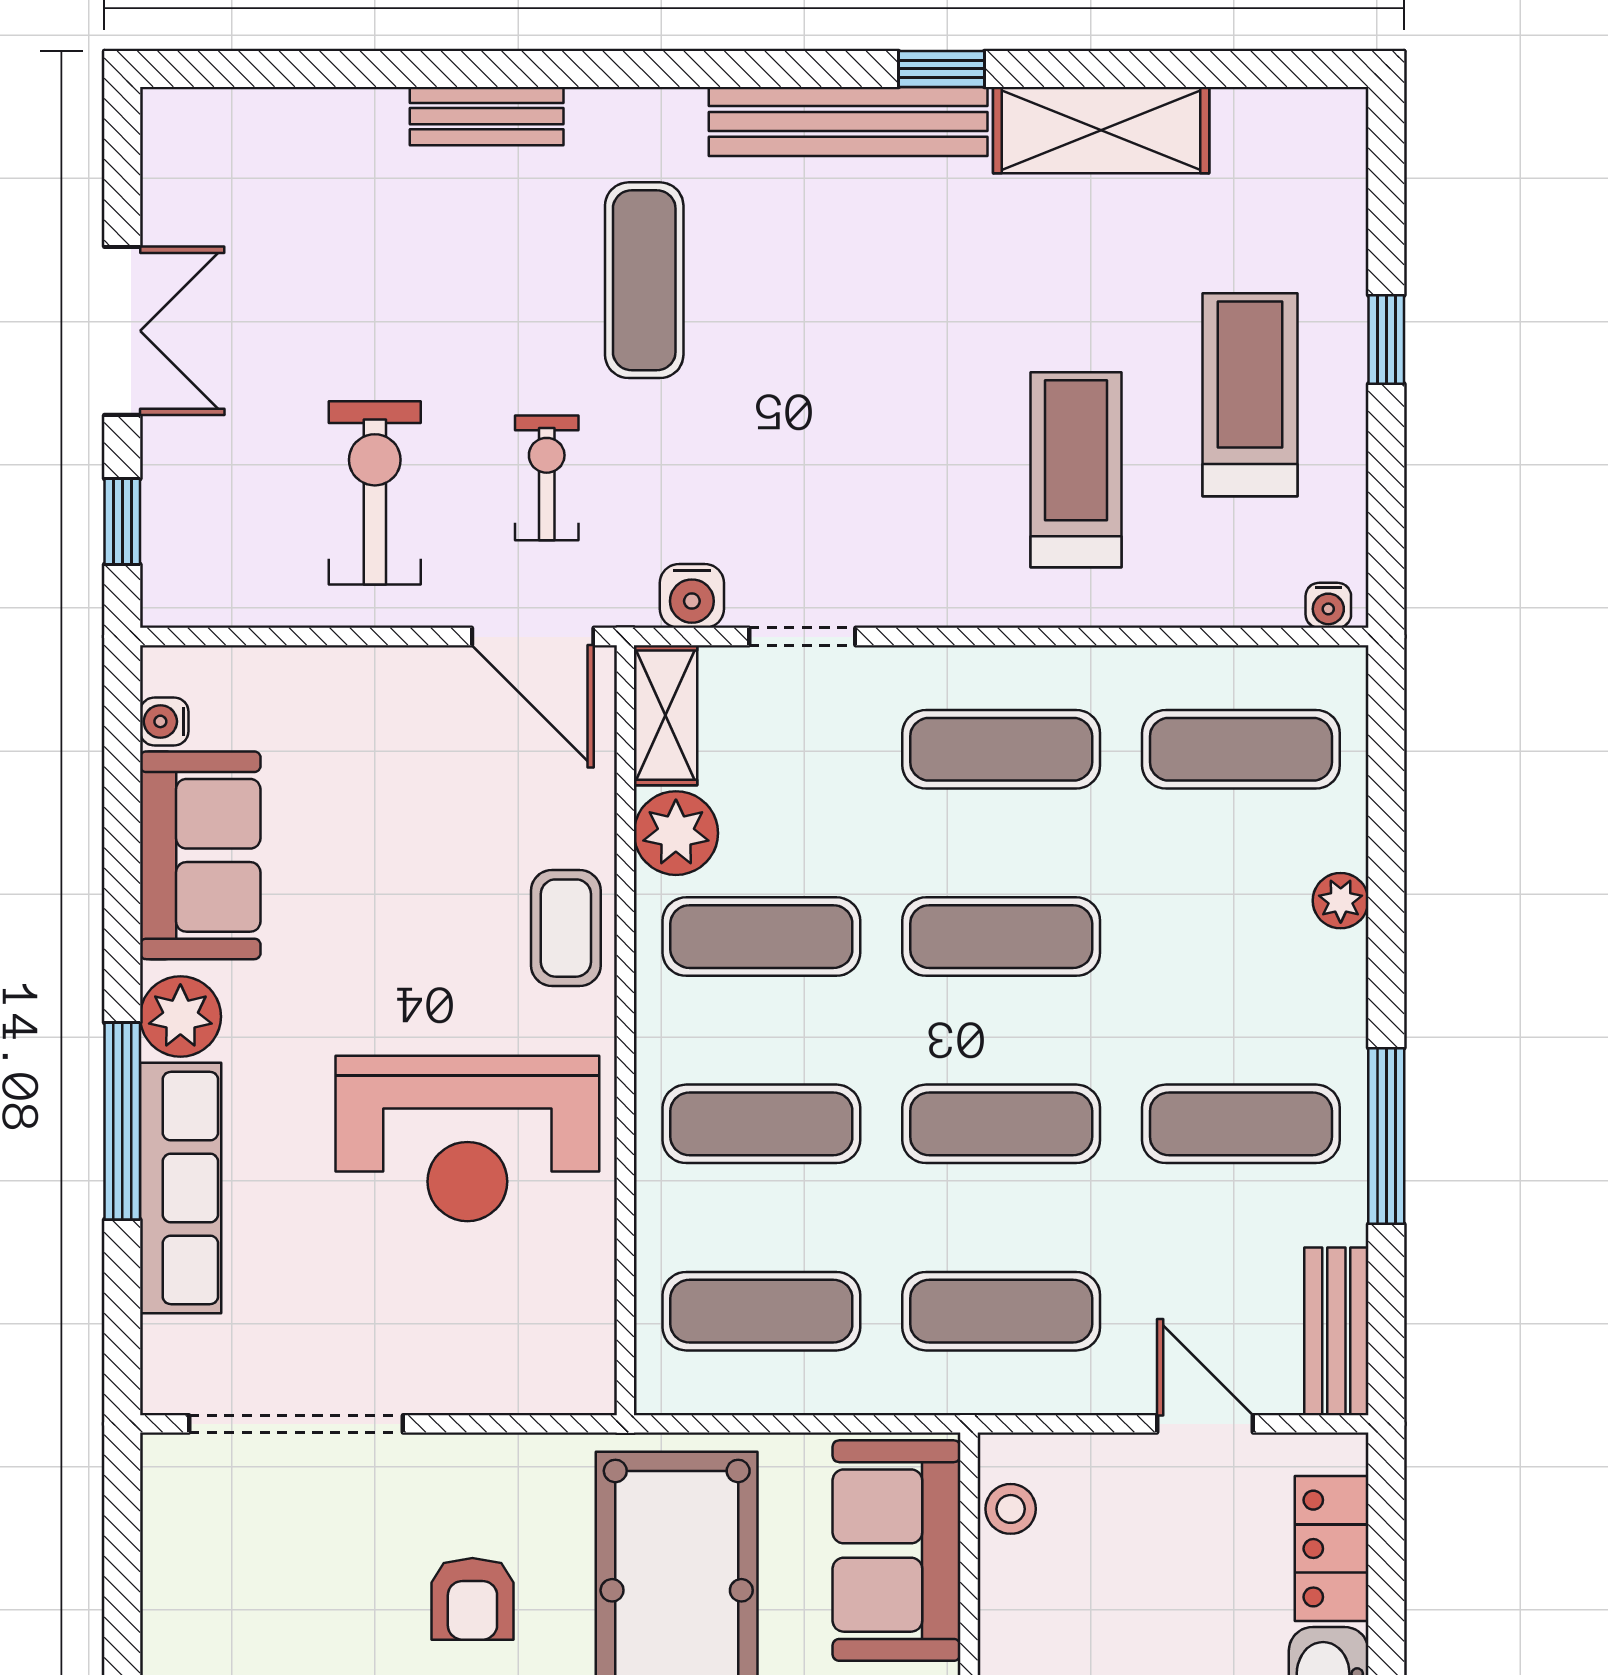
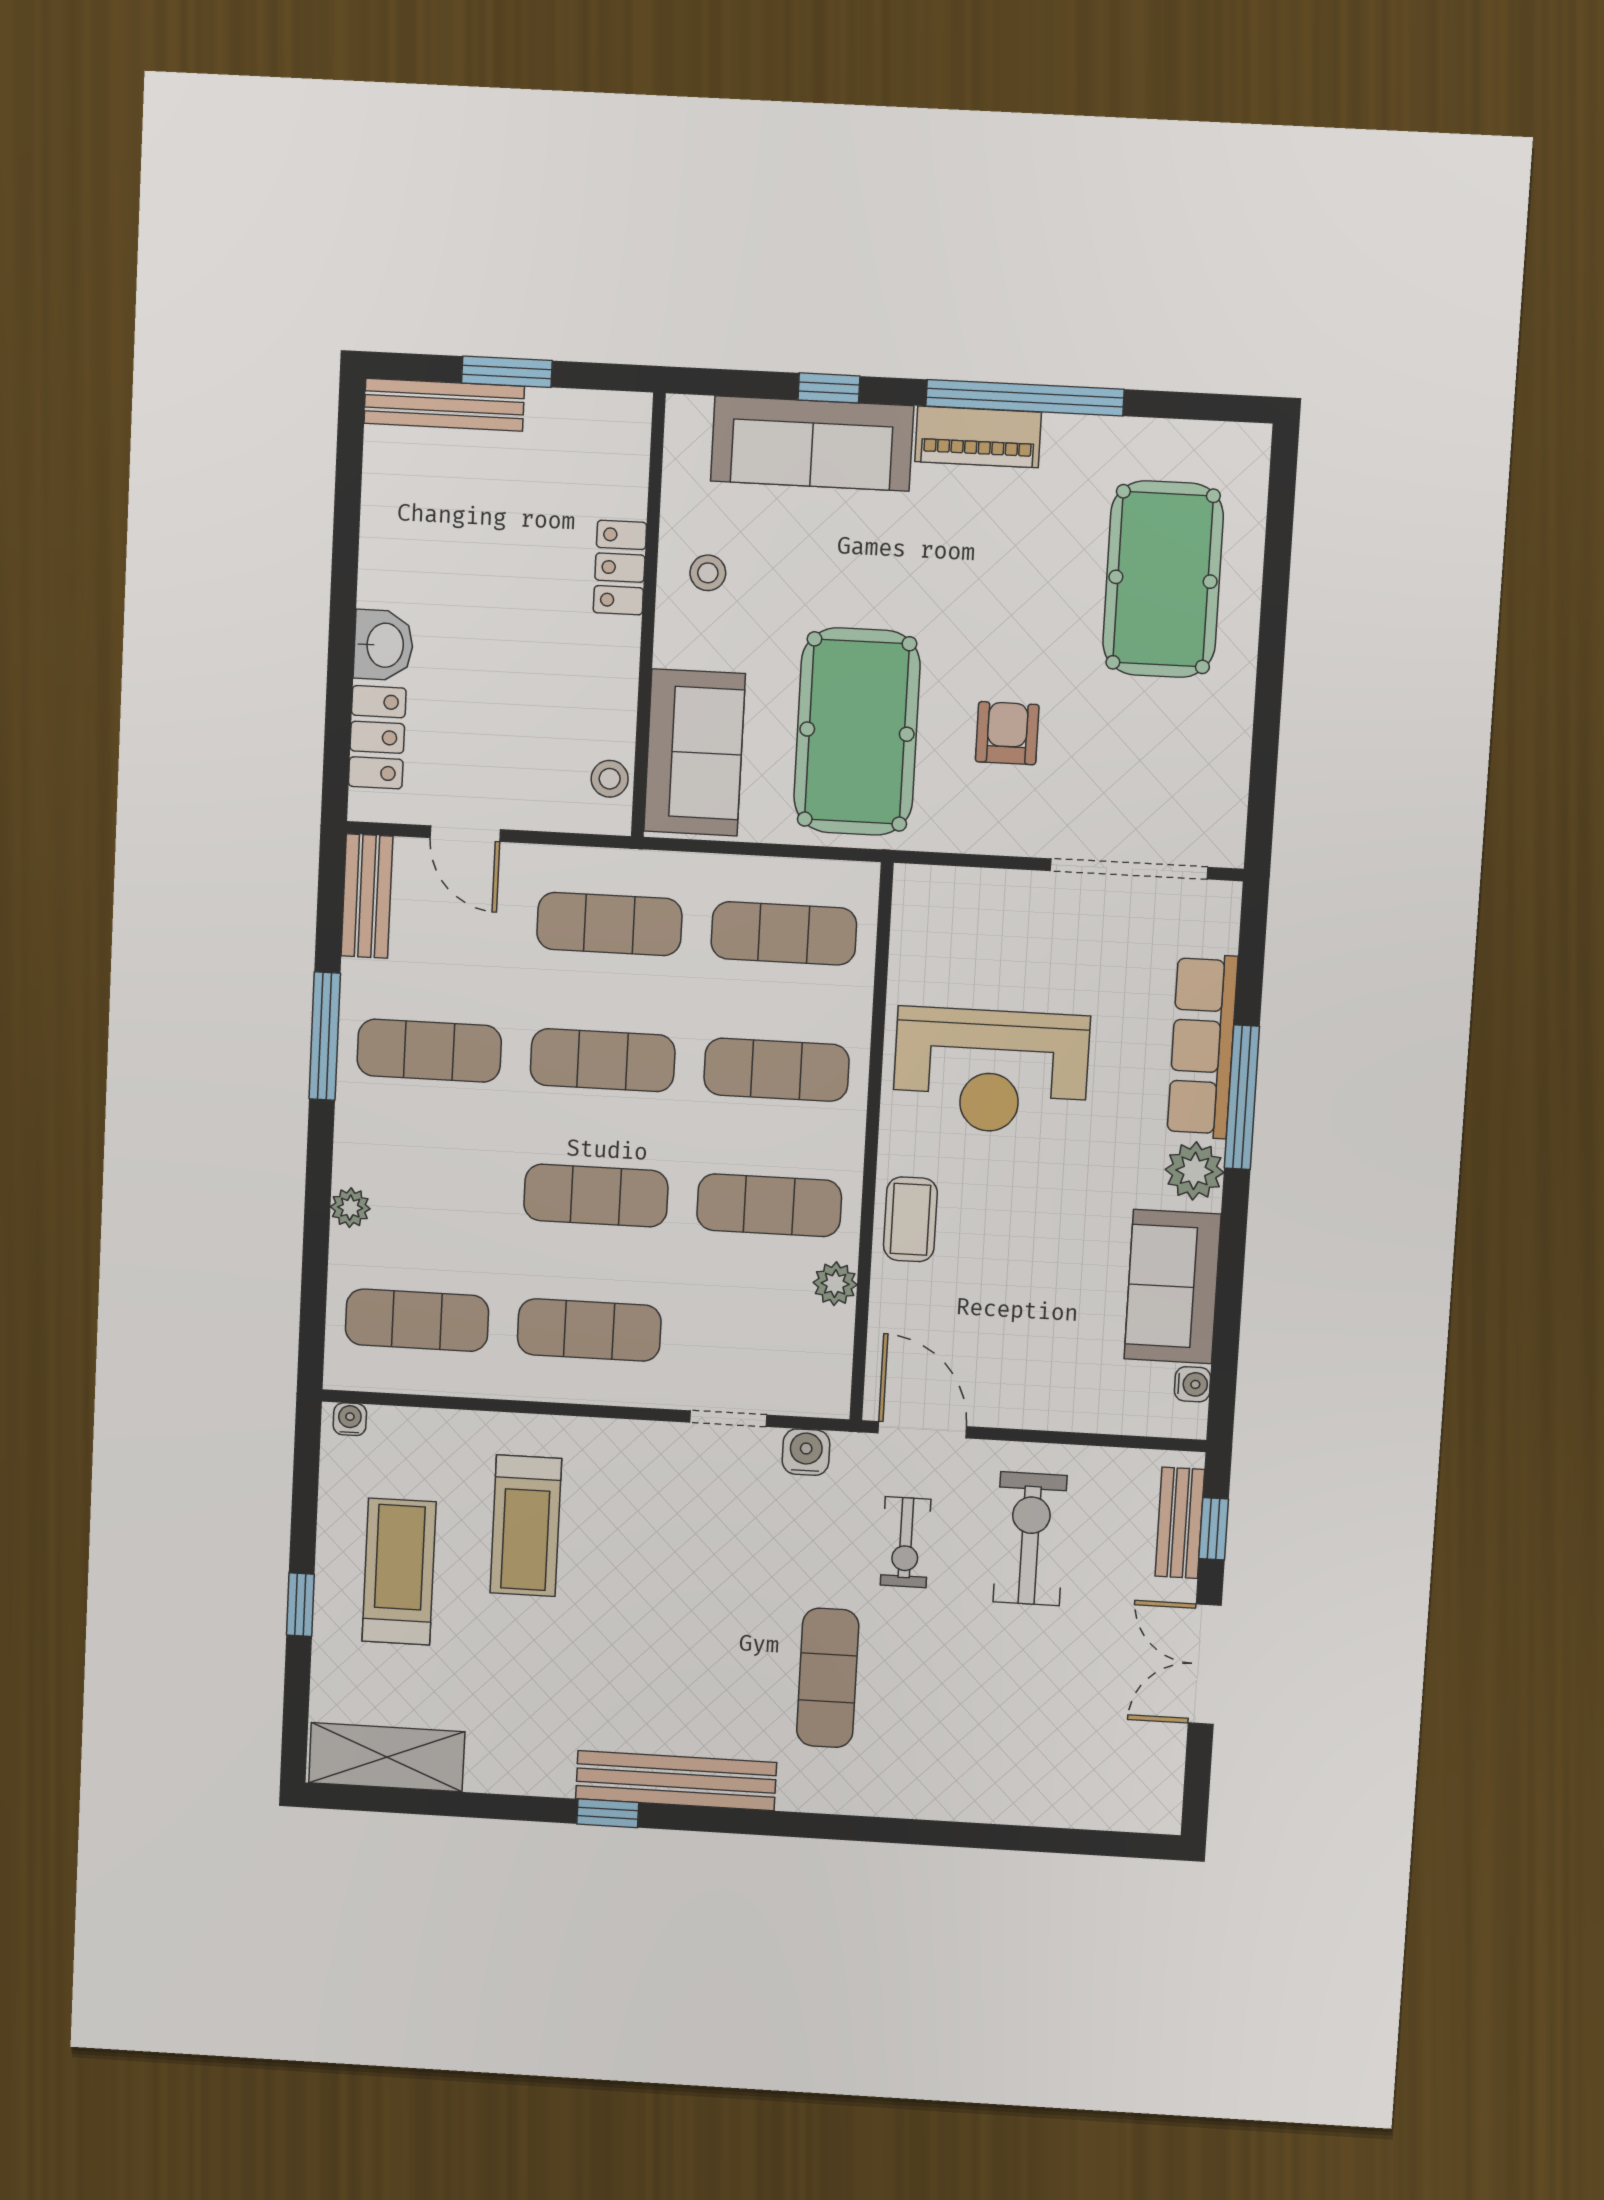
bench: (487, 116) -> (1180, 1523), moved, turned 90
shelving: (1101, 130) -> (387, 1757), moved
treadmill: (1250, 395) -> (399, 1572), turned 180
exercise bike: (375, 493) -> (1030, 1539), turned 180
shelving: (665, 715) -> (830, 1368), removed
plant: (676, 833) -> (835, 1284), width x0.73, depth x0.73
reception desk: (467, 1138) -> (991, 1071), turned 180

